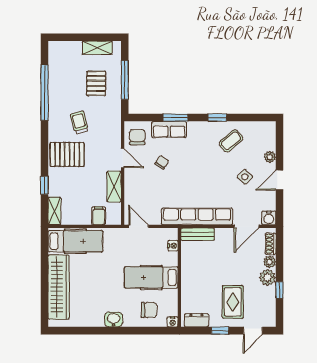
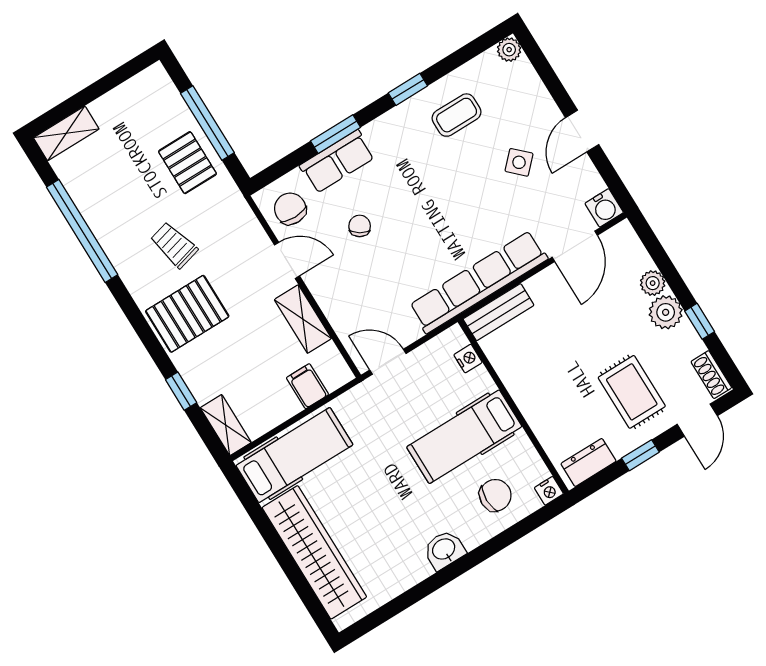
shelving: (97, 48) -> (66, 133), moved
pallet: (96, 83) -> (187, 163), moved
coffee table: (231, 141) -> (457, 115), turned 41
plant: (270, 157) -> (509, 50), moved
shoe rack: (271, 244) -> (711, 375), moved

